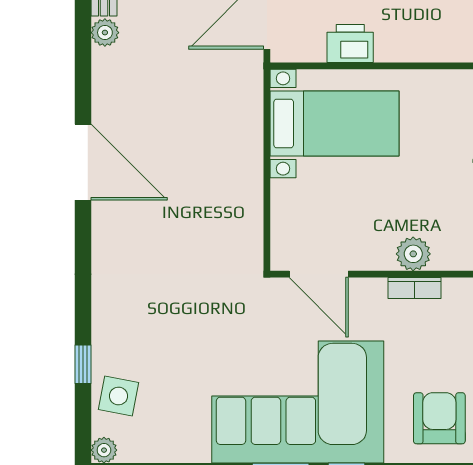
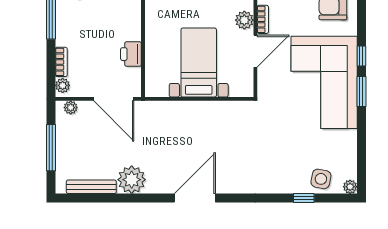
plant: (105, 33) -> (132, 180), width x1.87, depth x1.87
bed with nightstands: (334, 123) -> (199, 63), moved
door: (319, 274) -> (255, 51), moved

